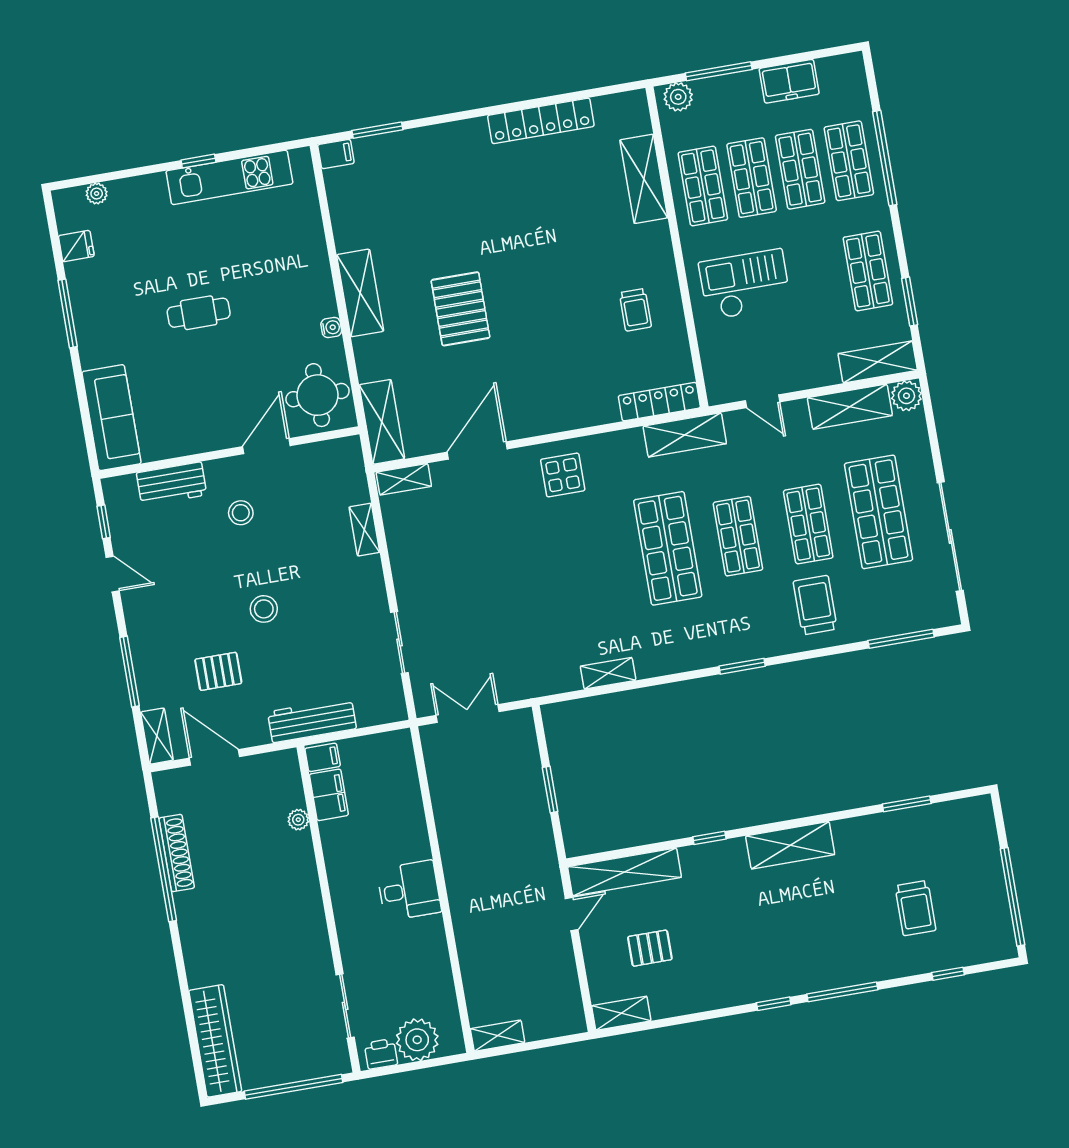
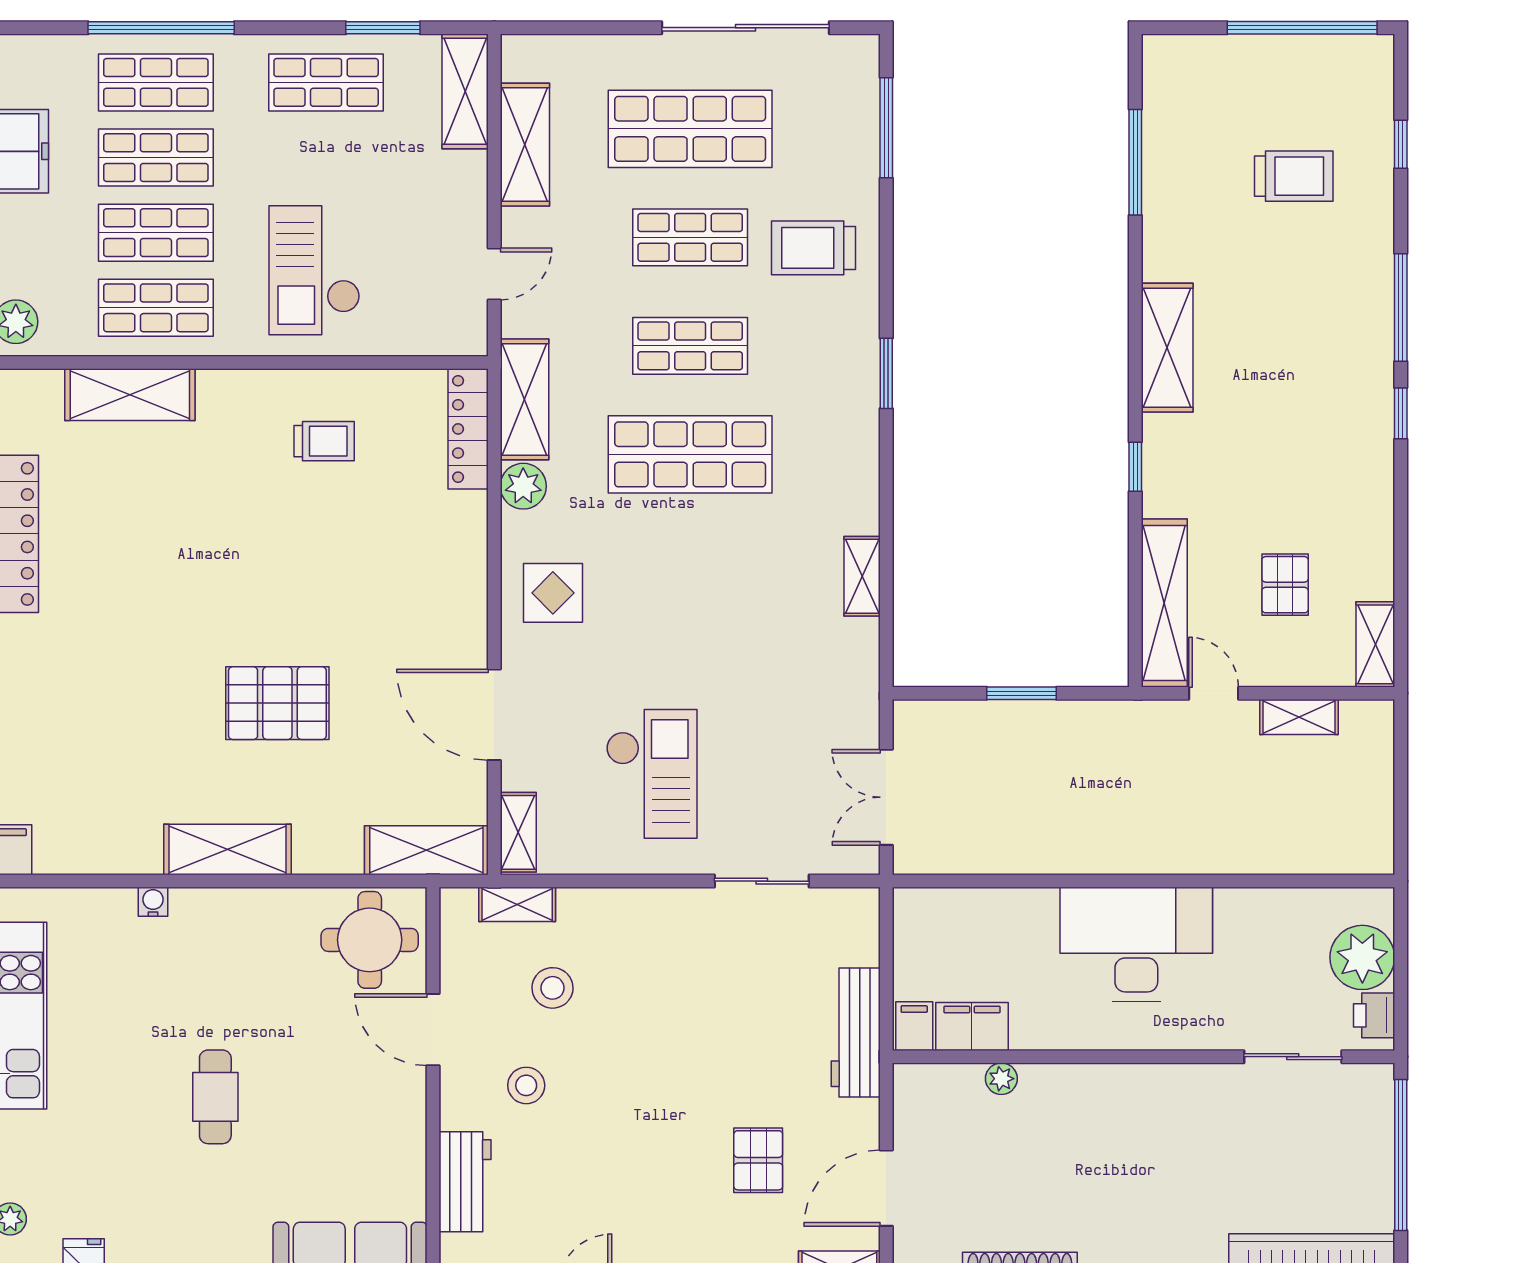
water cooler: (331, 328) -> (153, 902), moved
plant: (906, 396) -> (523, 486), moved
shelving: (364, 530) -> (517, 904), moved
checkout: (457, 559) -> (652, 774), added
stool: (264, 609) -> (553, 988), moved
window: (907, 804) -> (1135, 162), width x1.44
desk: (409, 891) -> (1136, 944), width x1.87, depth x1.30
shelving: (498, 1036) -> (1299, 717), moved, turned 90

